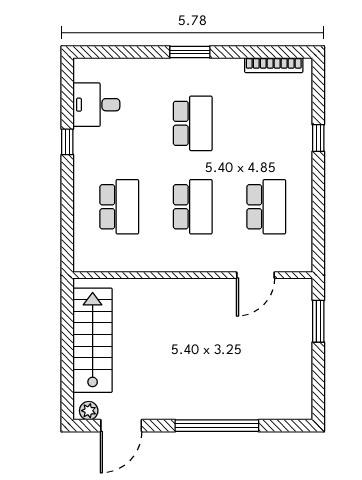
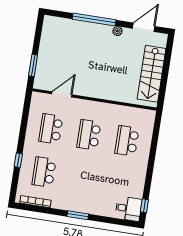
desk: (96, 105) -> (128, 209), moved
school desk: (193, 123) -> (44, 172), moved
window: (67, 142) -> (144, 206), moved
plant: (89, 411) -> (117, 31), moved

